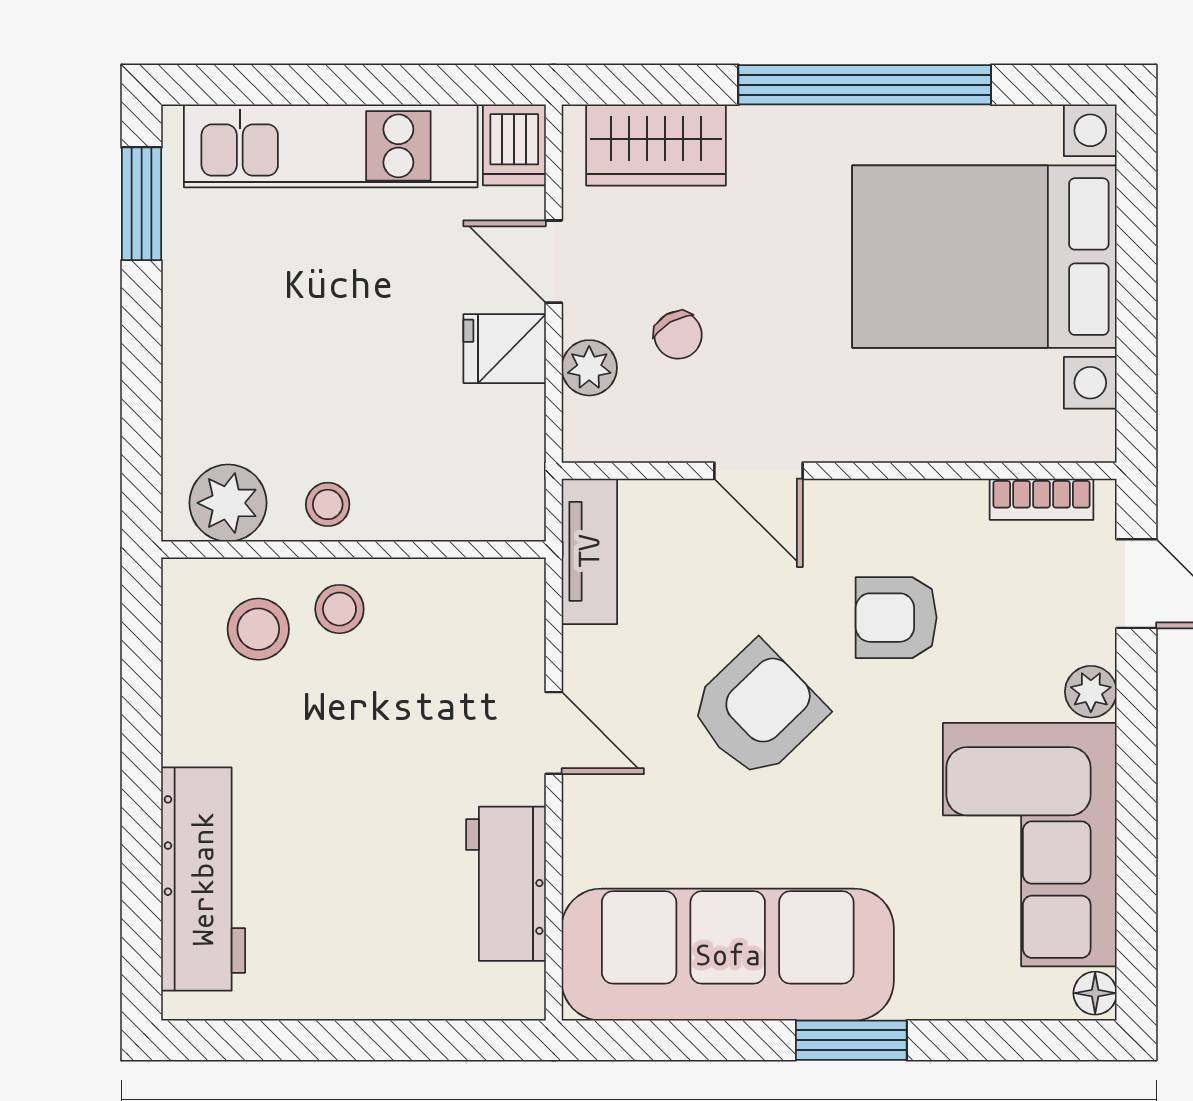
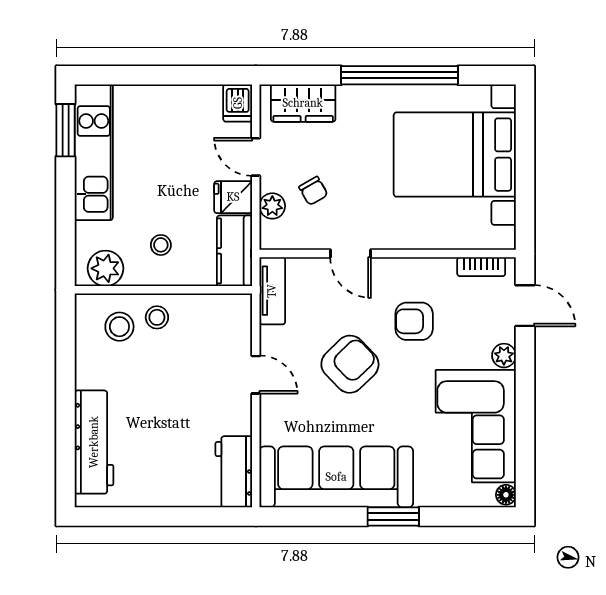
kitchen unit: (331, 146) -> (94, 152), moved, turned -90
kitchen counter: (507, 465) -> (235, 251), added
stool: (328, 504) -> (161, 245), moved
workbench: (506, 884) -> (234, 472), moved

